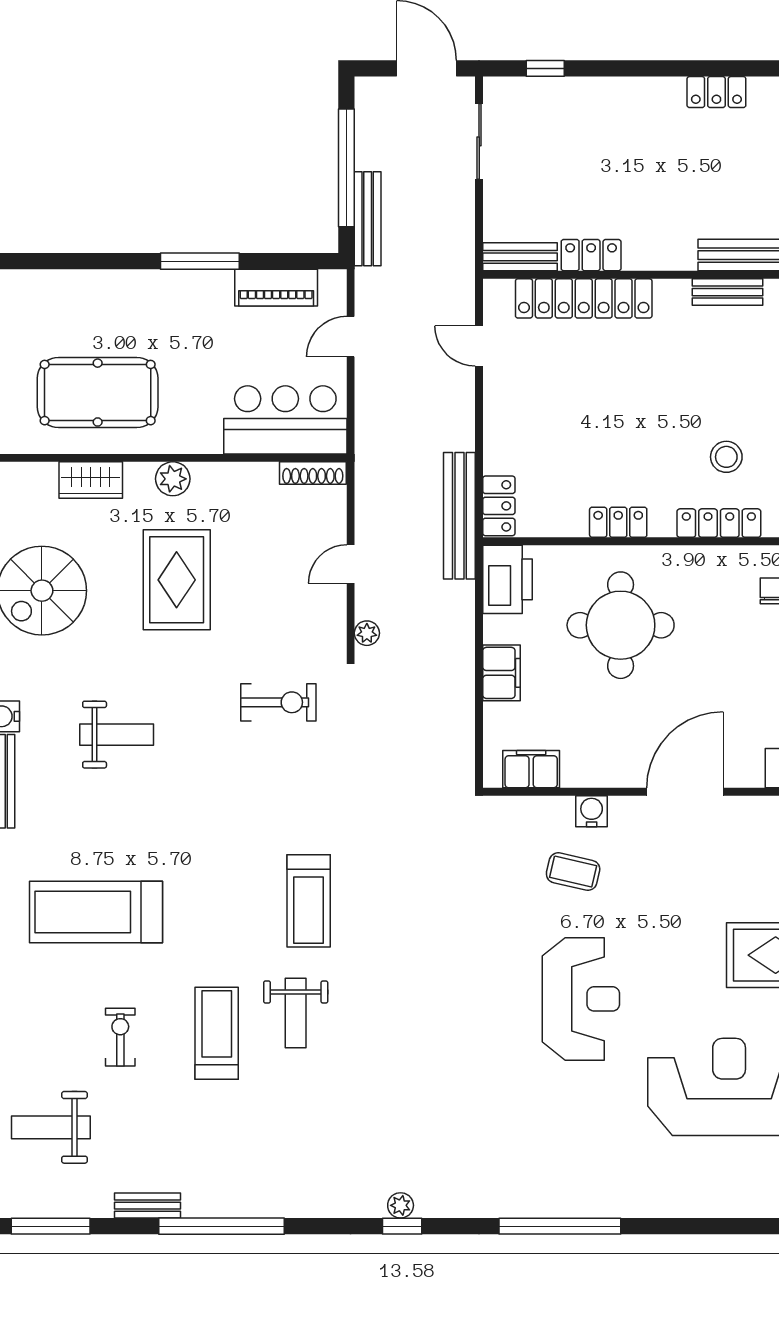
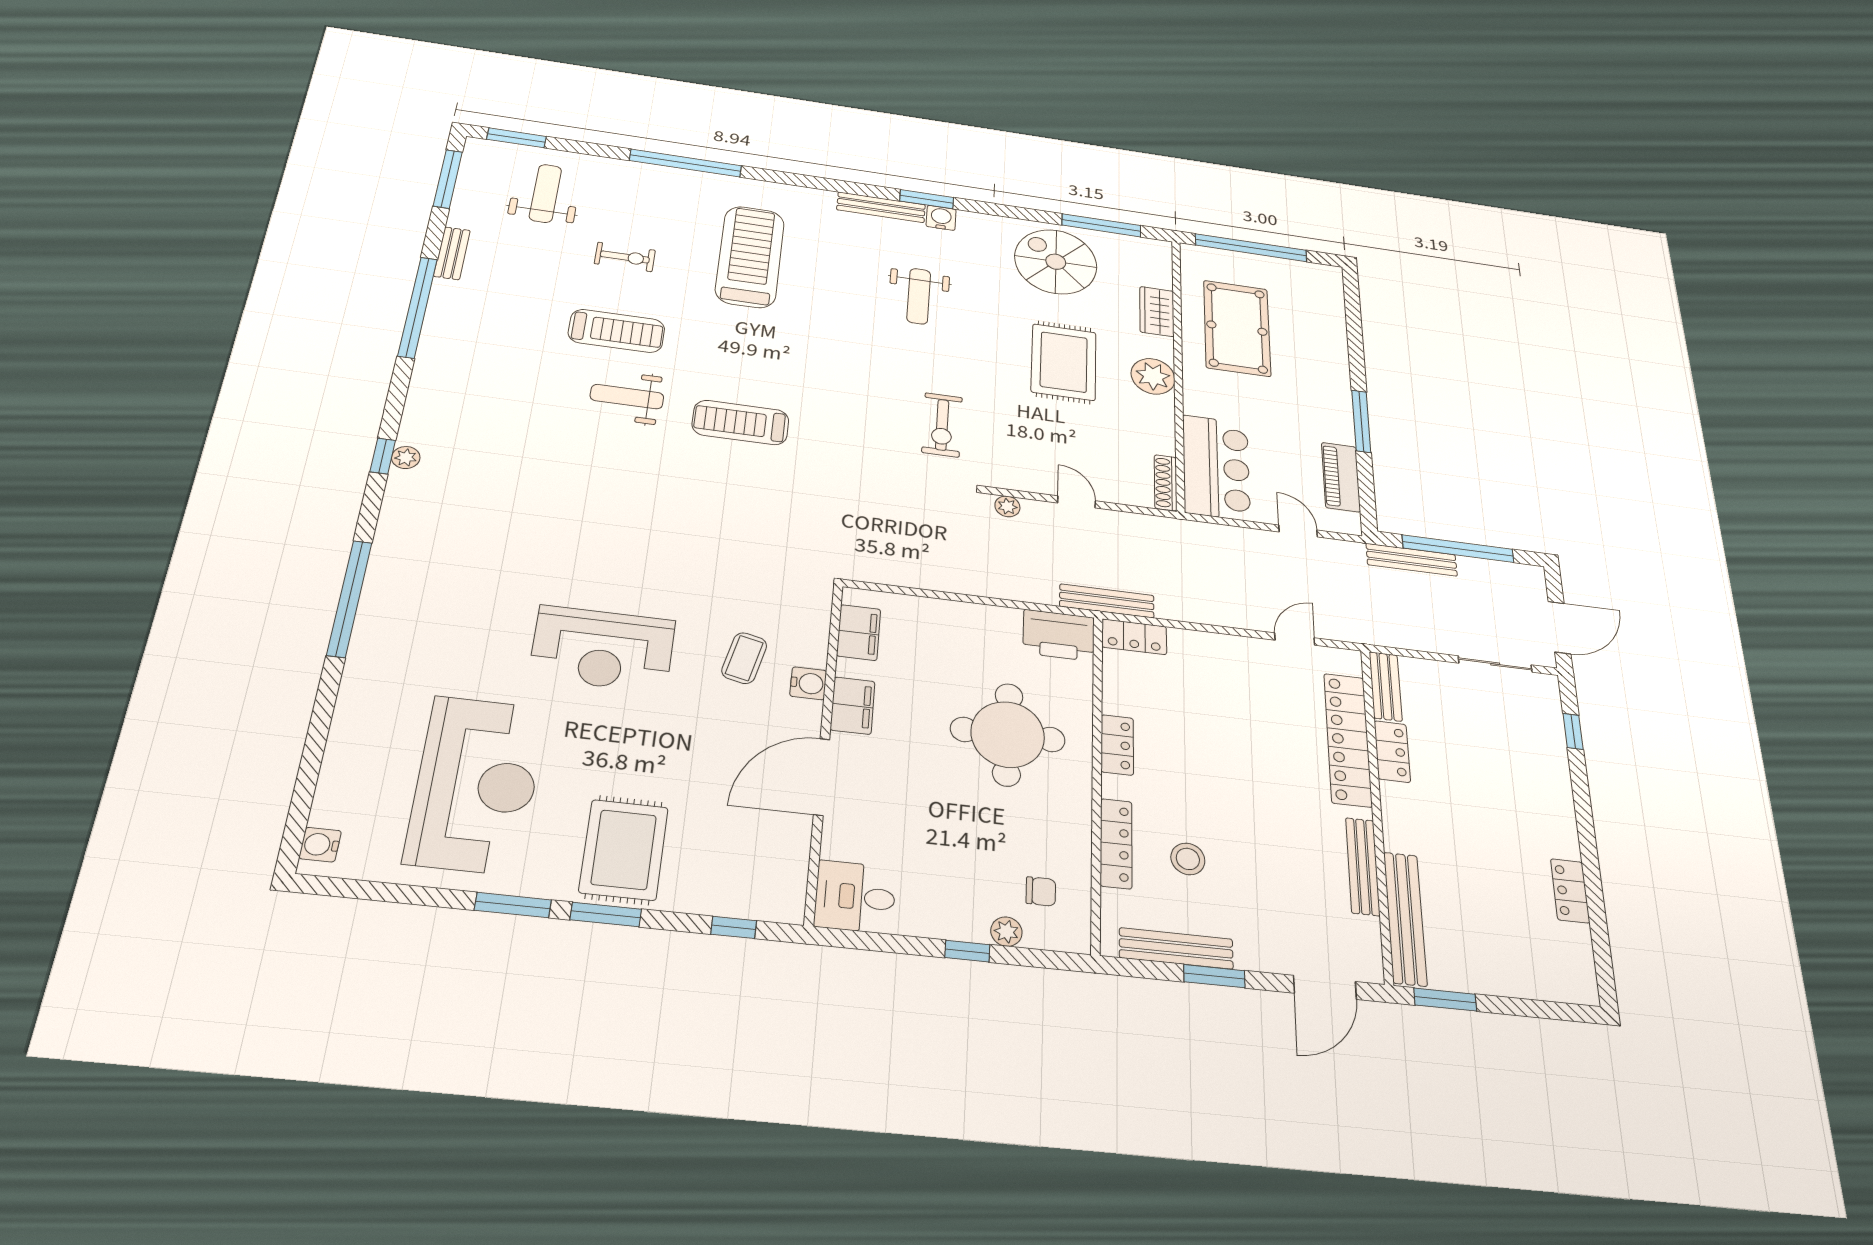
bench: (727, 292) -> (1363, 866), width x1.36
plant: (173, 479) -> (1153, 376), width x1.36, depth x1.36
bench: (459, 516) -> (1107, 601), width x0.73, depth x0.82
rug: (177, 580) -> (1064, 362), turned 90
filing cabinet: (501, 673) -> (853, 706), moved, turned -90
door: (685, 792) -> (822, 777), swing flipped

